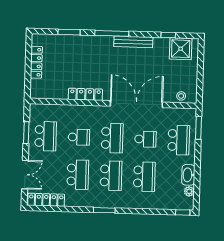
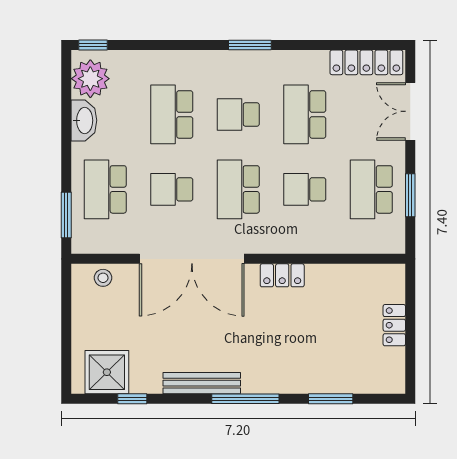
locker: (36, 62) -> (394, 325), width x0.66
locker: (85, 94) -> (282, 275), width x0.66
school desk: (111, 176) -> (238, 114), width x0.54
plant: (189, 191) -> (90, 79), width x1.87, depth x1.87

